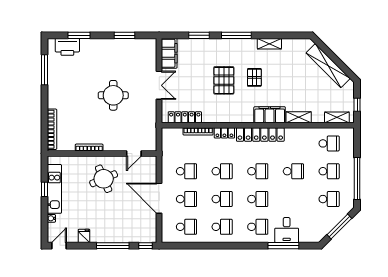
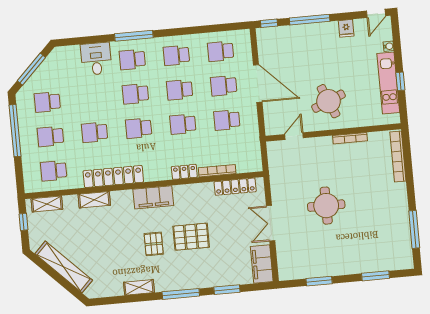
printer: (67, 47) -> (389, 260), removed
pallet: (224, 80) -> (191, 237), turned 90
filing cabinet: (270, 115) -> (153, 197), moved
locker: (260, 134) -> (113, 176), moved
window: (283, 246) -> (134, 36), moved

